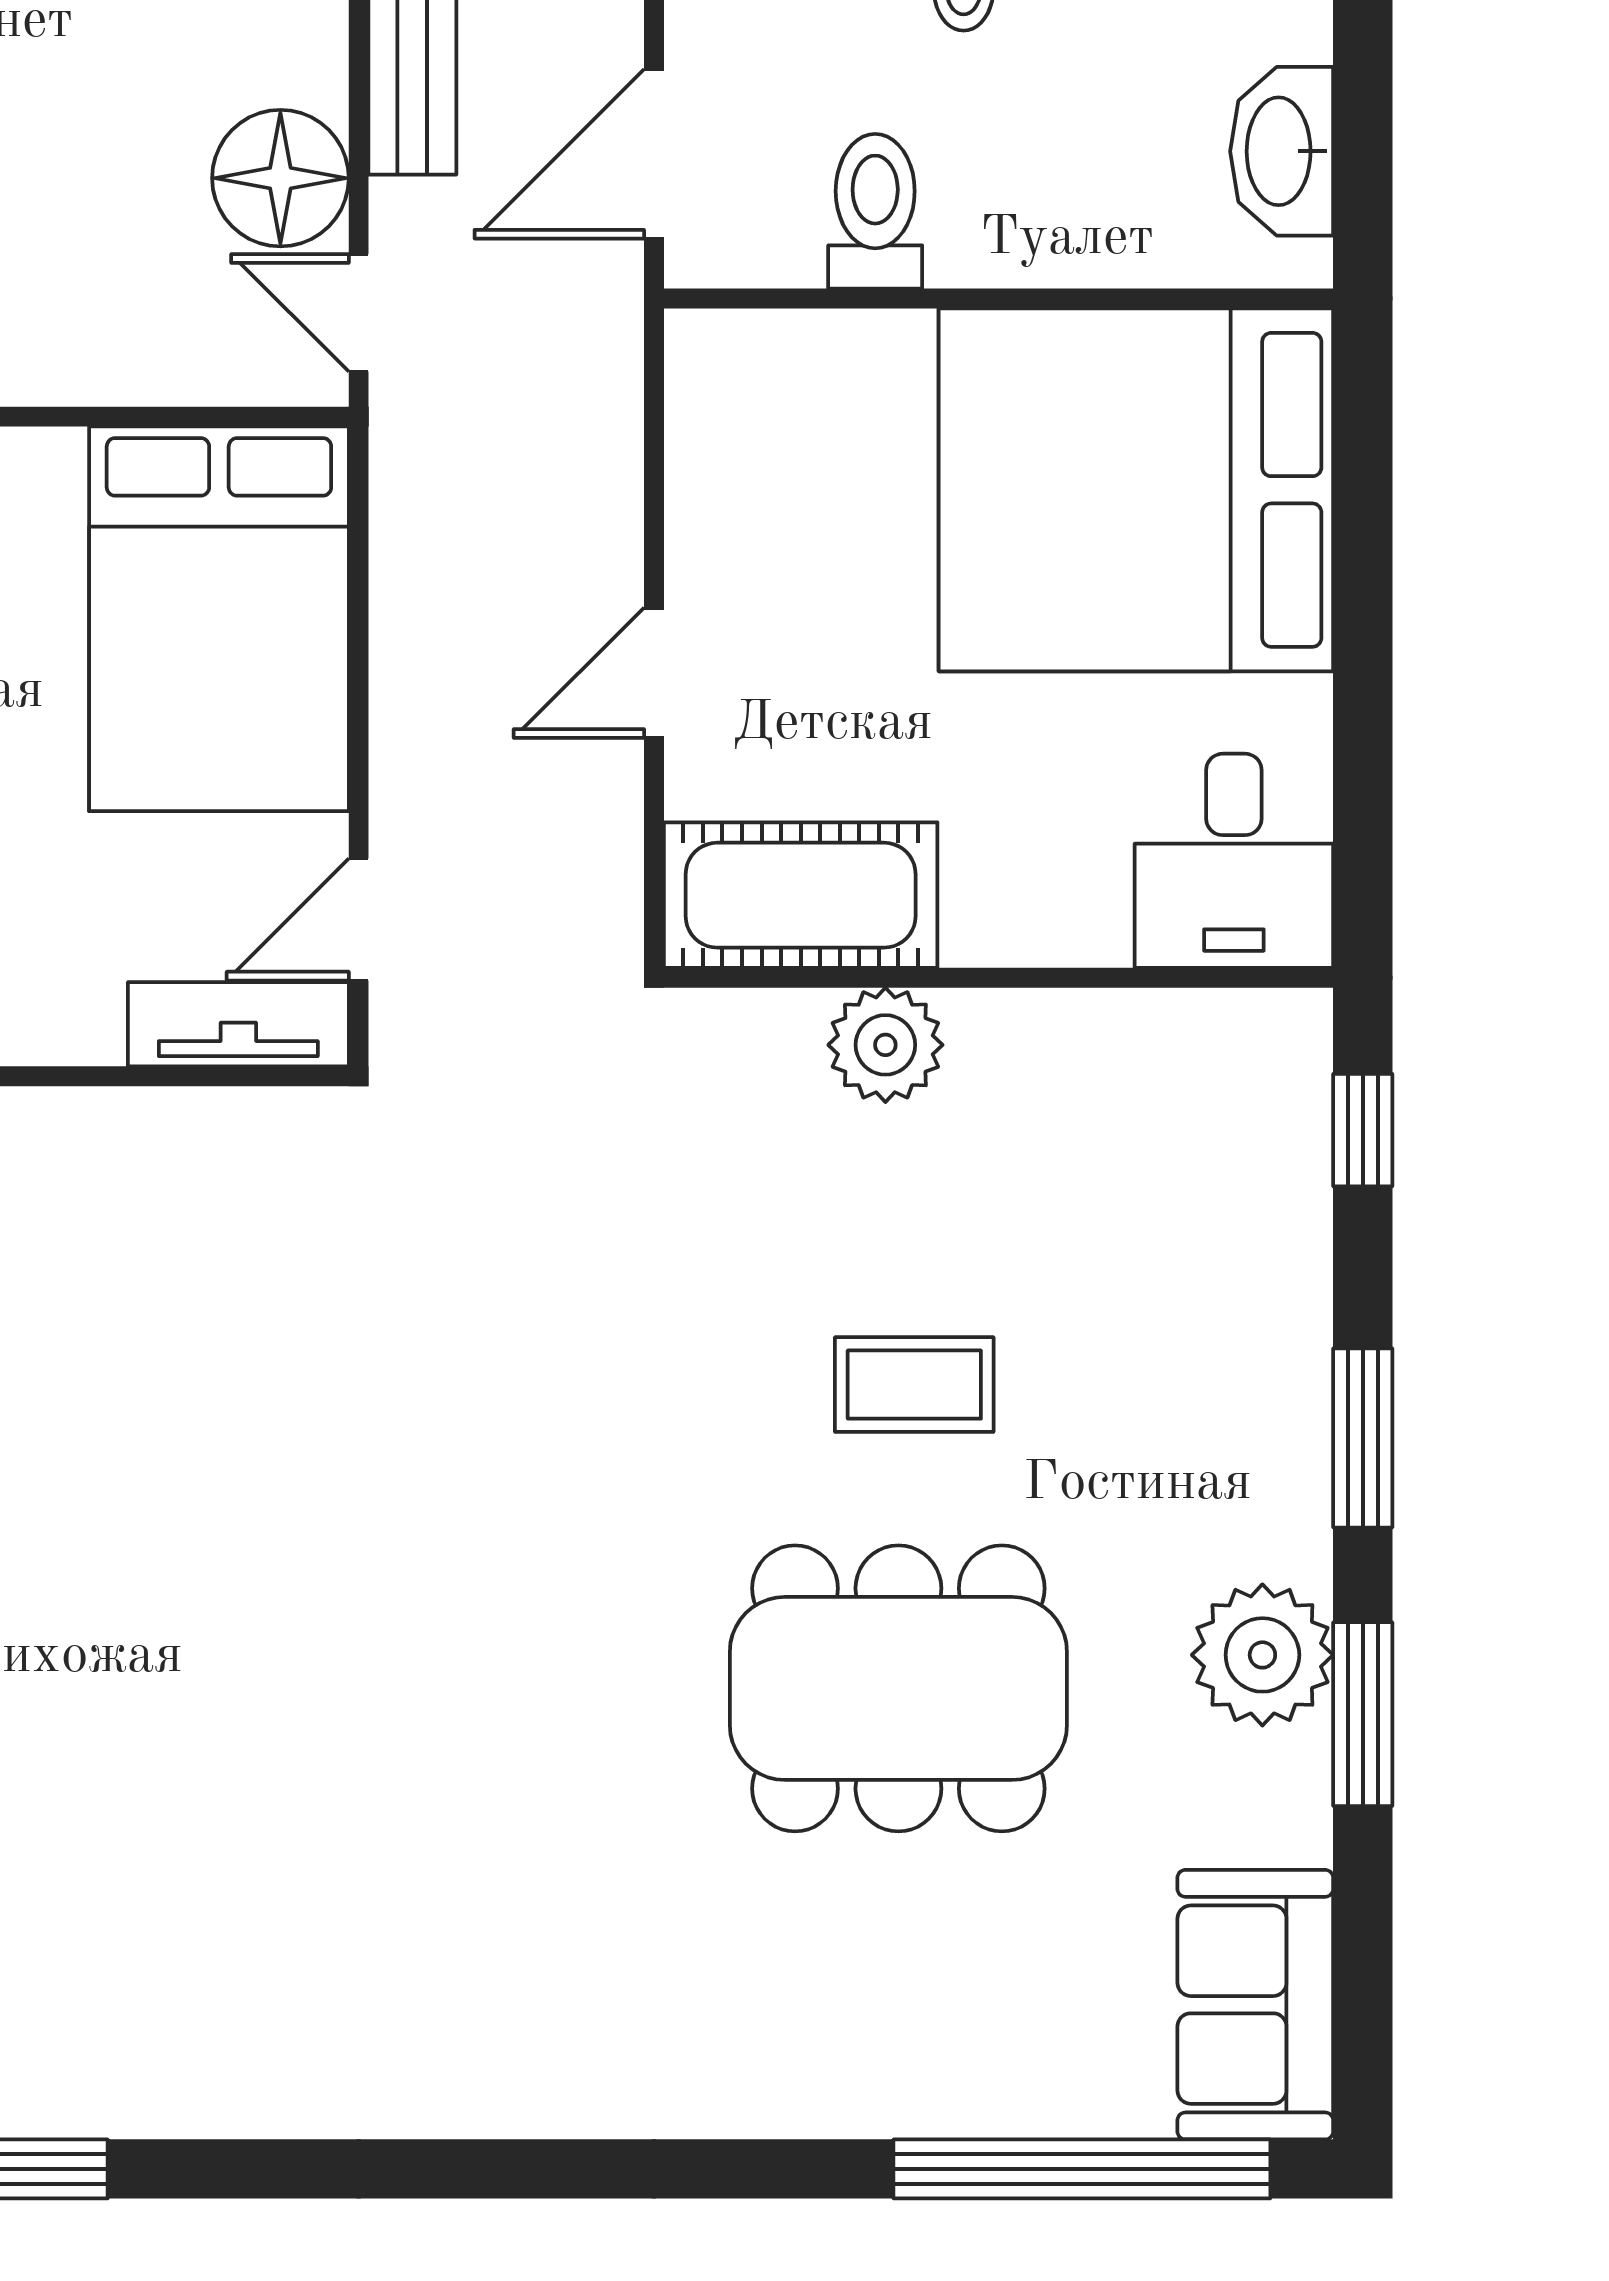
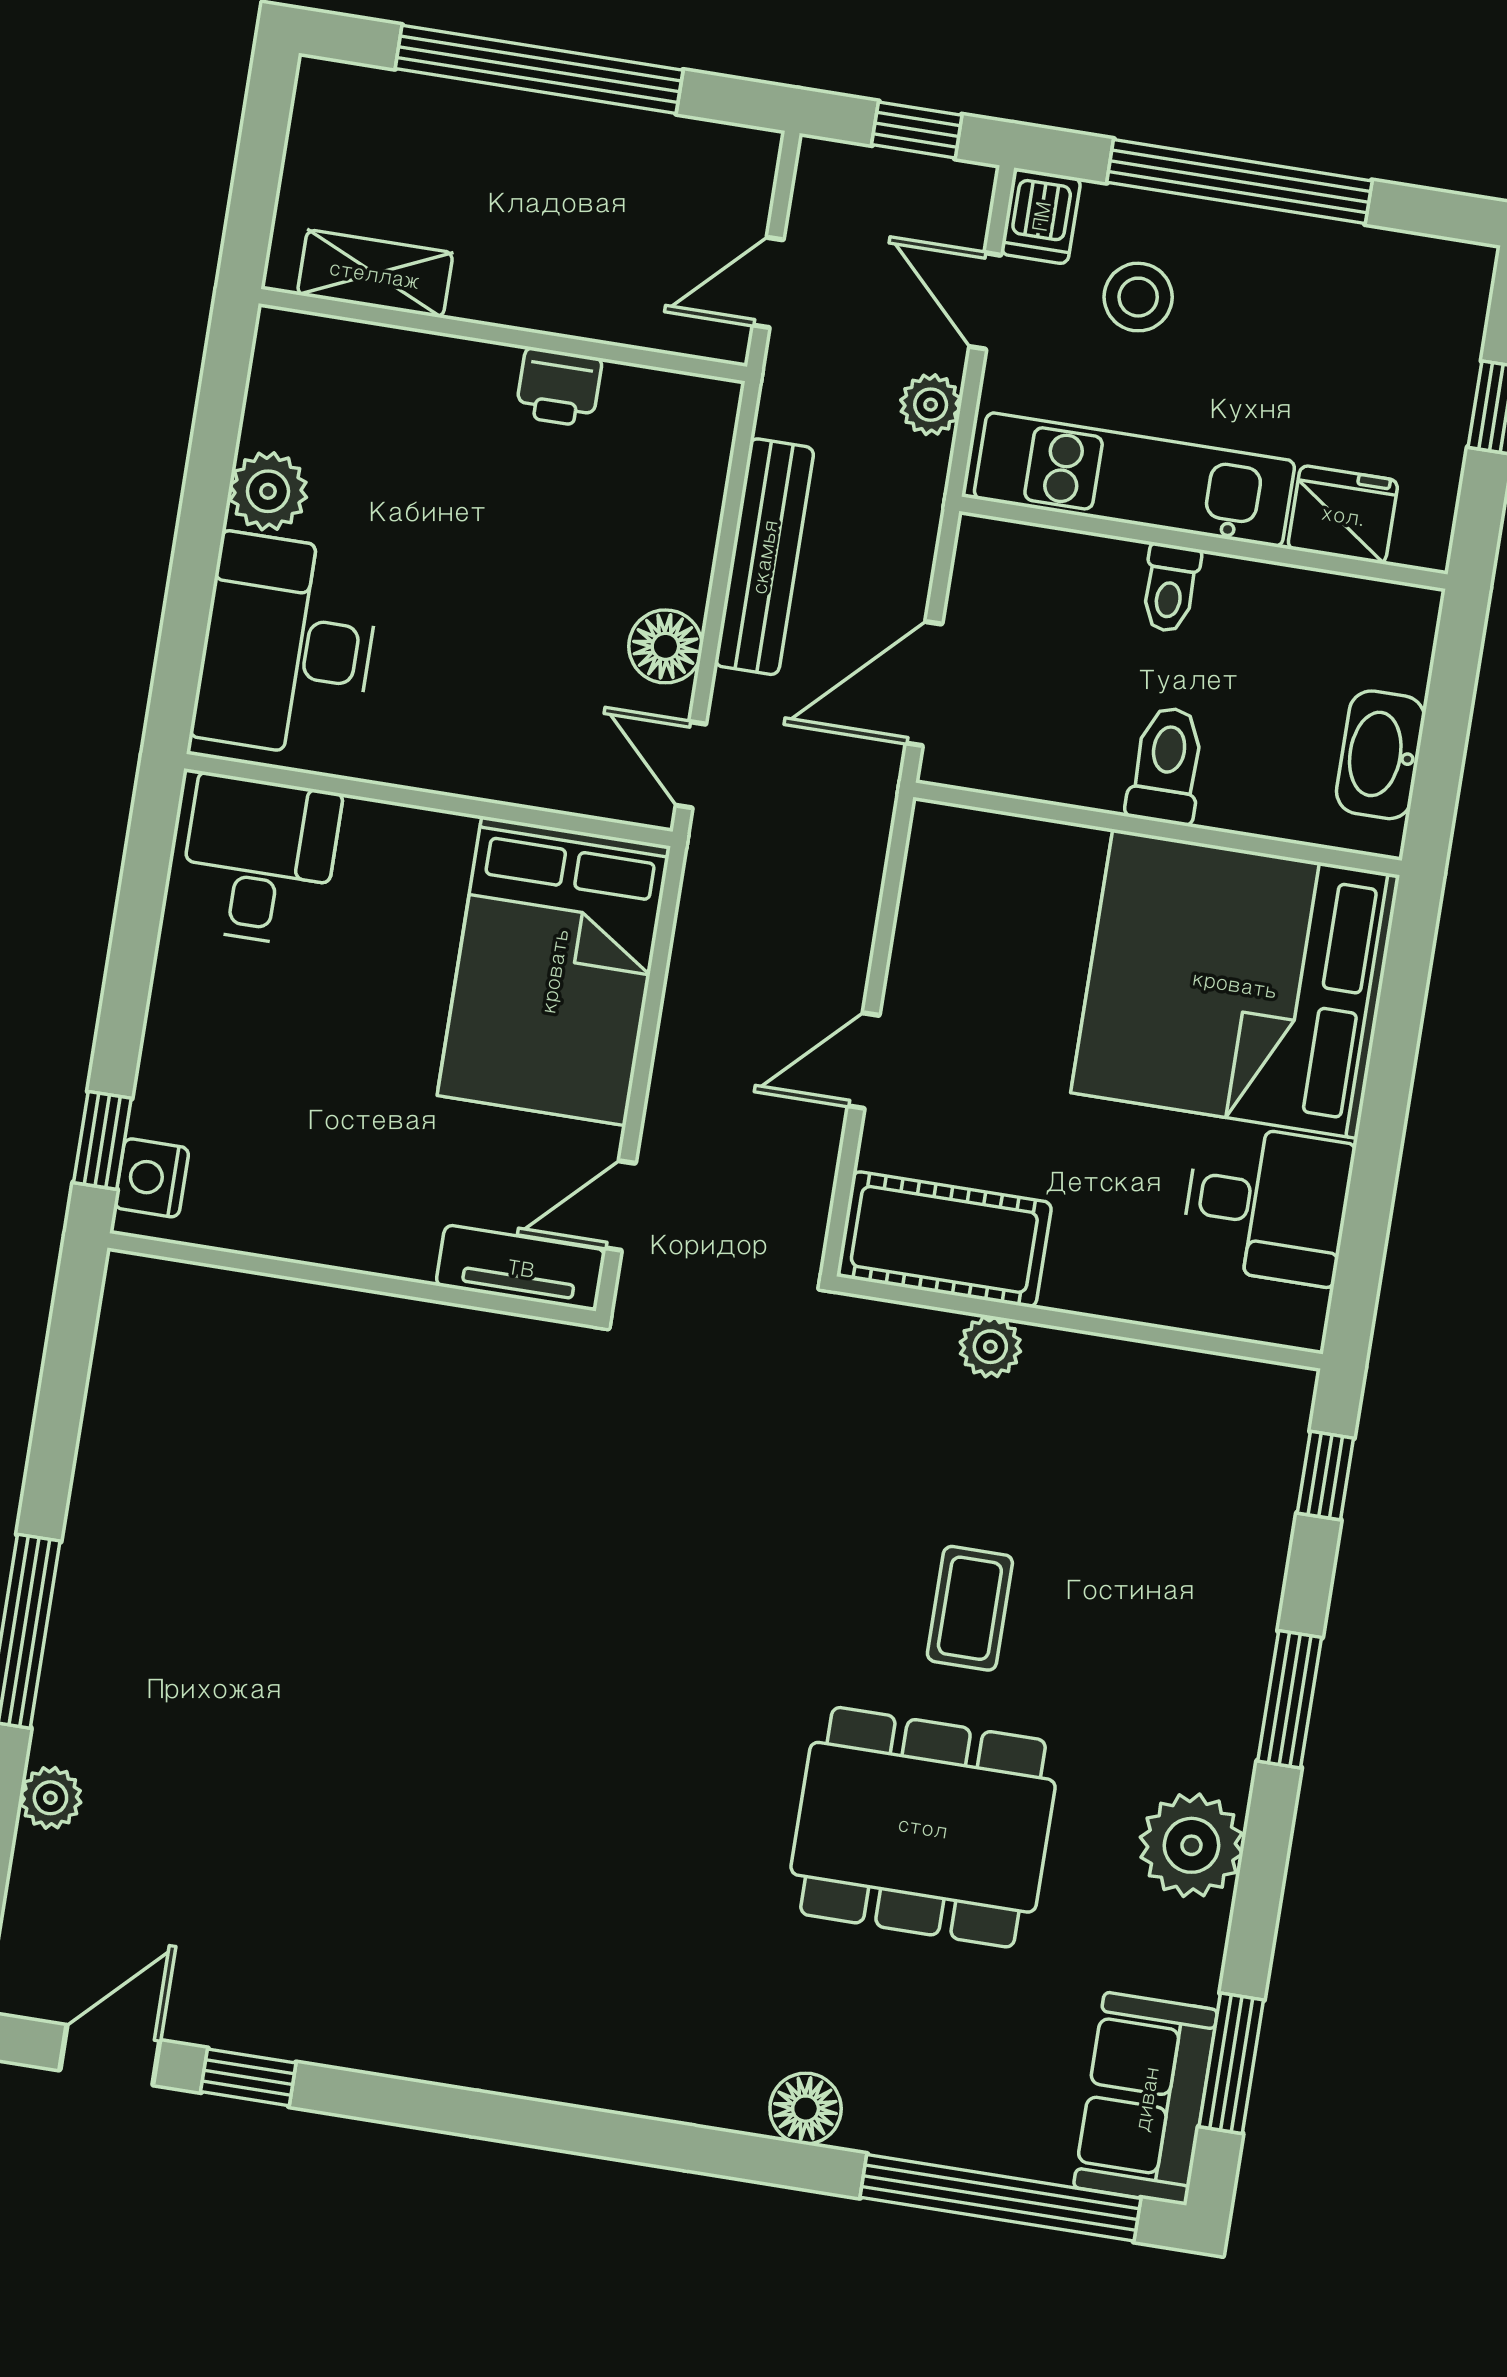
floor lamp: (280, 178) -> (665, 646), width x0.73, depth x0.73
toilet: (875, 211) -> (1167, 765), moved
desk: (1234, 861) -> (1267, 1204), moved, turned -90
plant: (885, 1045) -> (990, 1347), width x0.73, depth x0.73
coffee table: (914, 1385) -> (970, 1608), turned 90
window: (1363, 1714) -> (1231, 2063), moved
floor lamp: (801, 2091) -> (806, 2109), added

